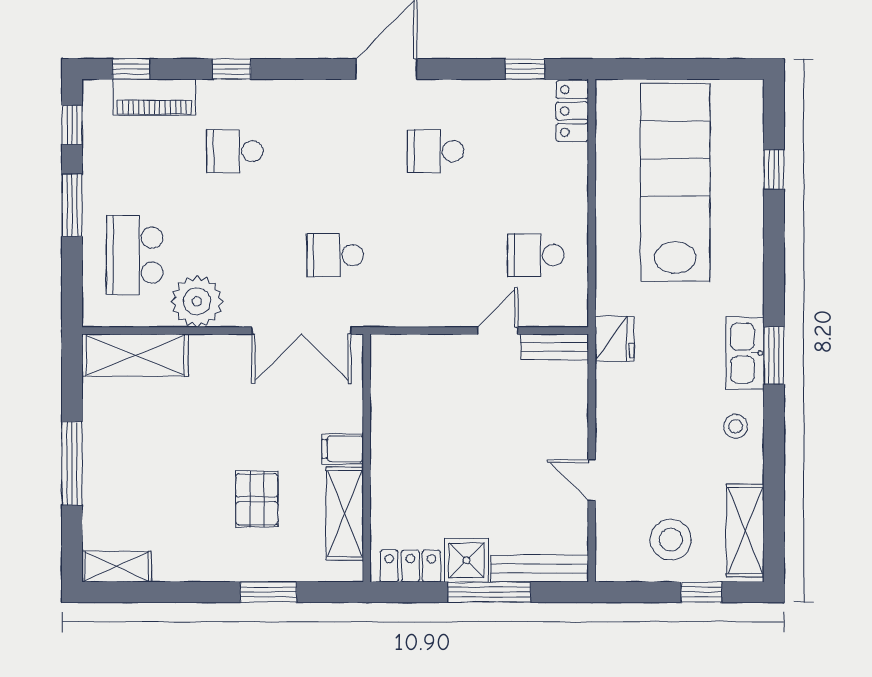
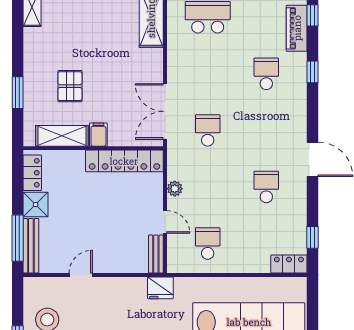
plant: (197, 301) -> (175, 189), moved, width x0.53, depth x0.53
locker: (389, 403) -> (124, 161), added
pallet: (257, 499) -> (70, 86), turned 90
window: (489, 592) -> (18, 238), moved

